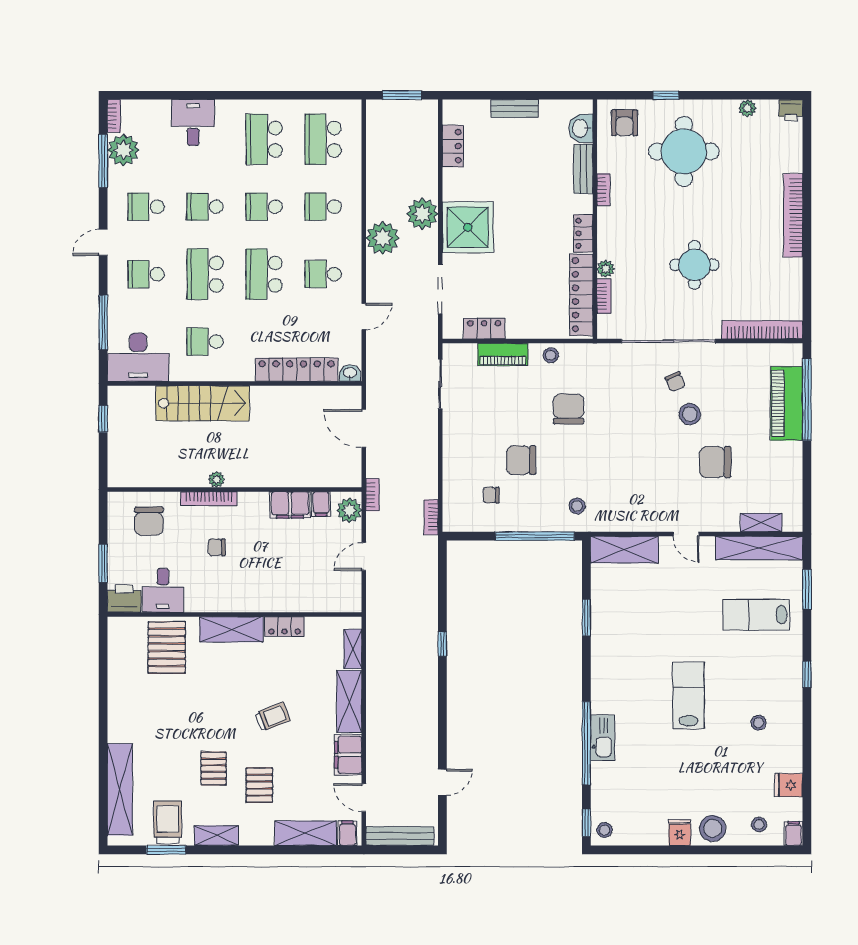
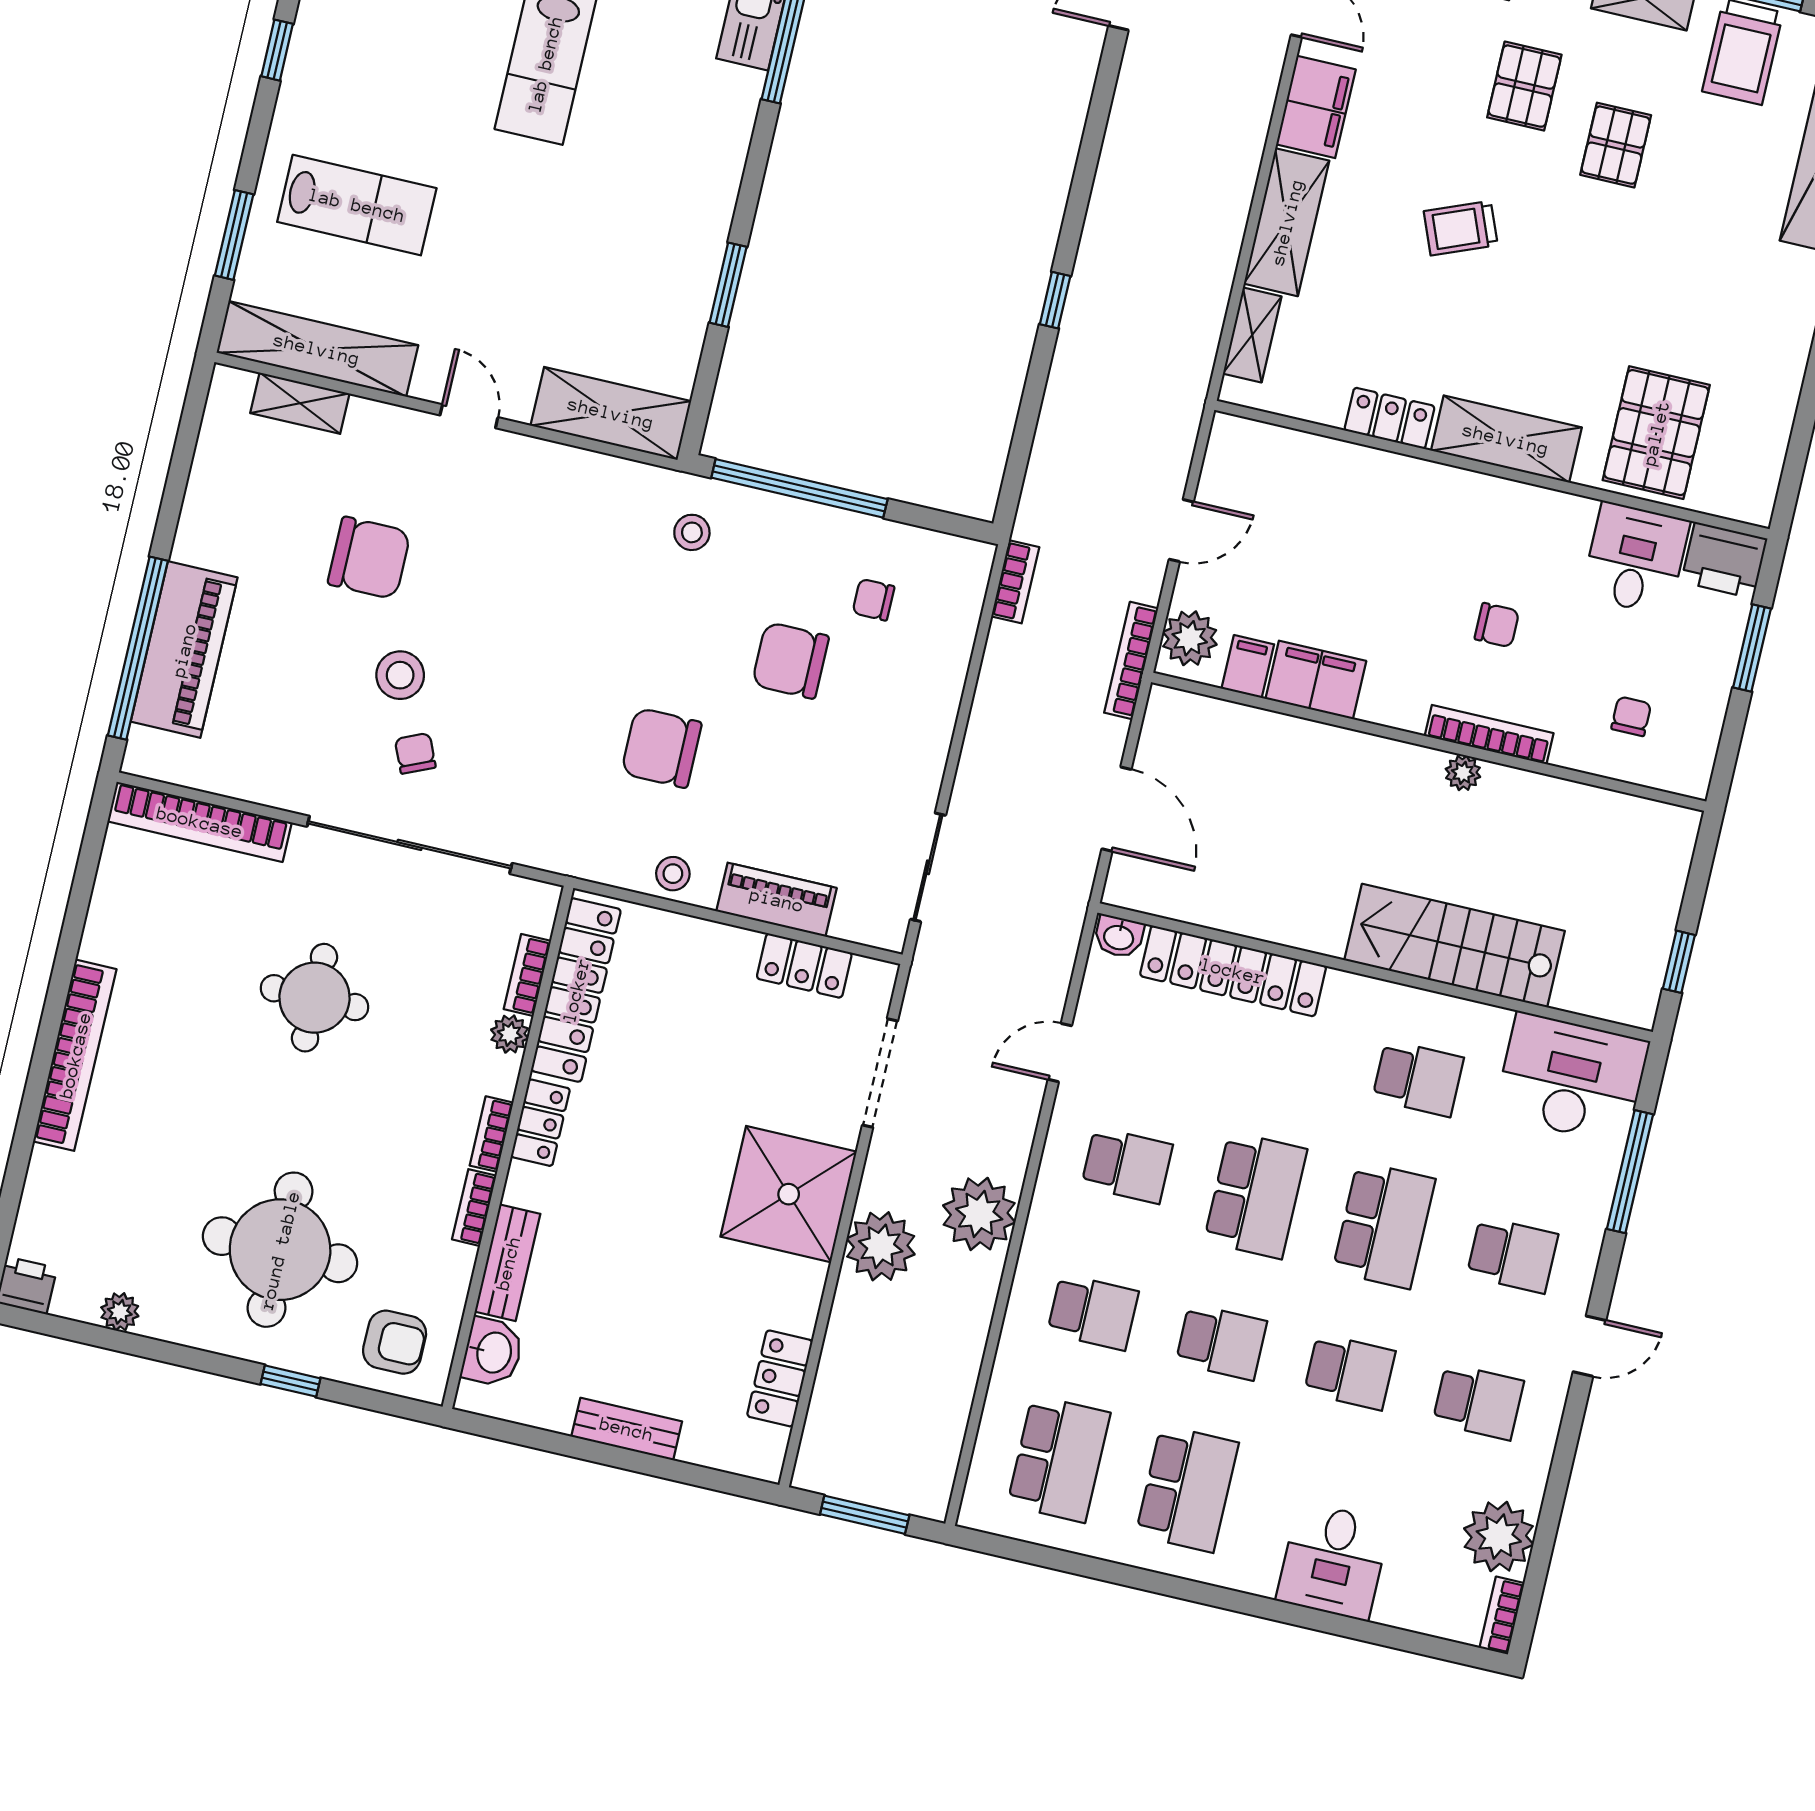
armchair: (625, 123) -> (395, 1342), turned 90
window: (103, 161) -> (1548, 1523), removed
bookcase: (603, 223) -> (492, 1134), added
chair: (568, 409) -> (661, 748), turned 90
chair: (521, 460) -> (790, 660), turned 180
bookcase: (373, 495) -> (1131, 660), width x1.56
chair: (491, 495) -> (873, 600), turned 180
chair: (149, 521) -> (1631, 716), width x0.54, depth x0.54

